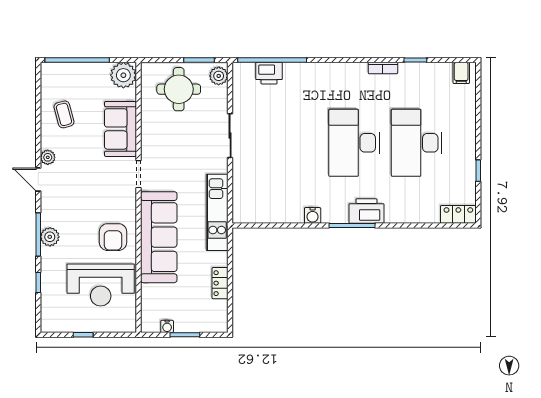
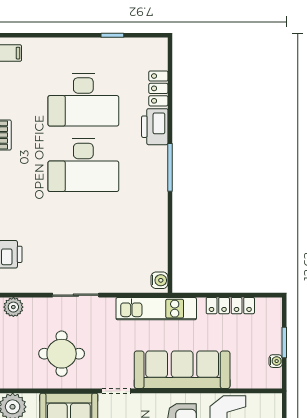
round table: (179, 89) -> (62, 354), moved
printer: (367, 211) -> (155, 127), moved
locker: (458, 214) -> (158, 88), moved
water cooler: (313, 215) -> (159, 280), moved
locker: (220, 283) -> (230, 306), width x1.53

